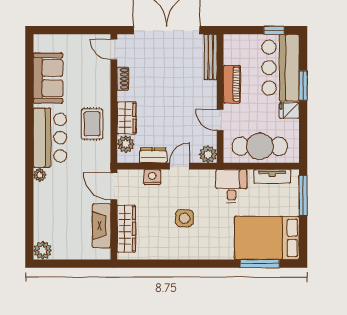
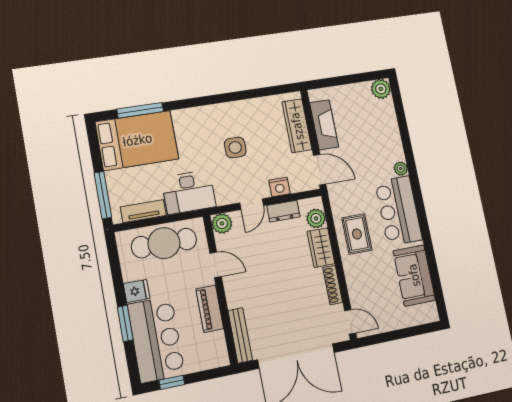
shoe rack: (123, 79) -> (333, 285), width x1.43
desk: (231, 186) -> (189, 192), width x1.37

